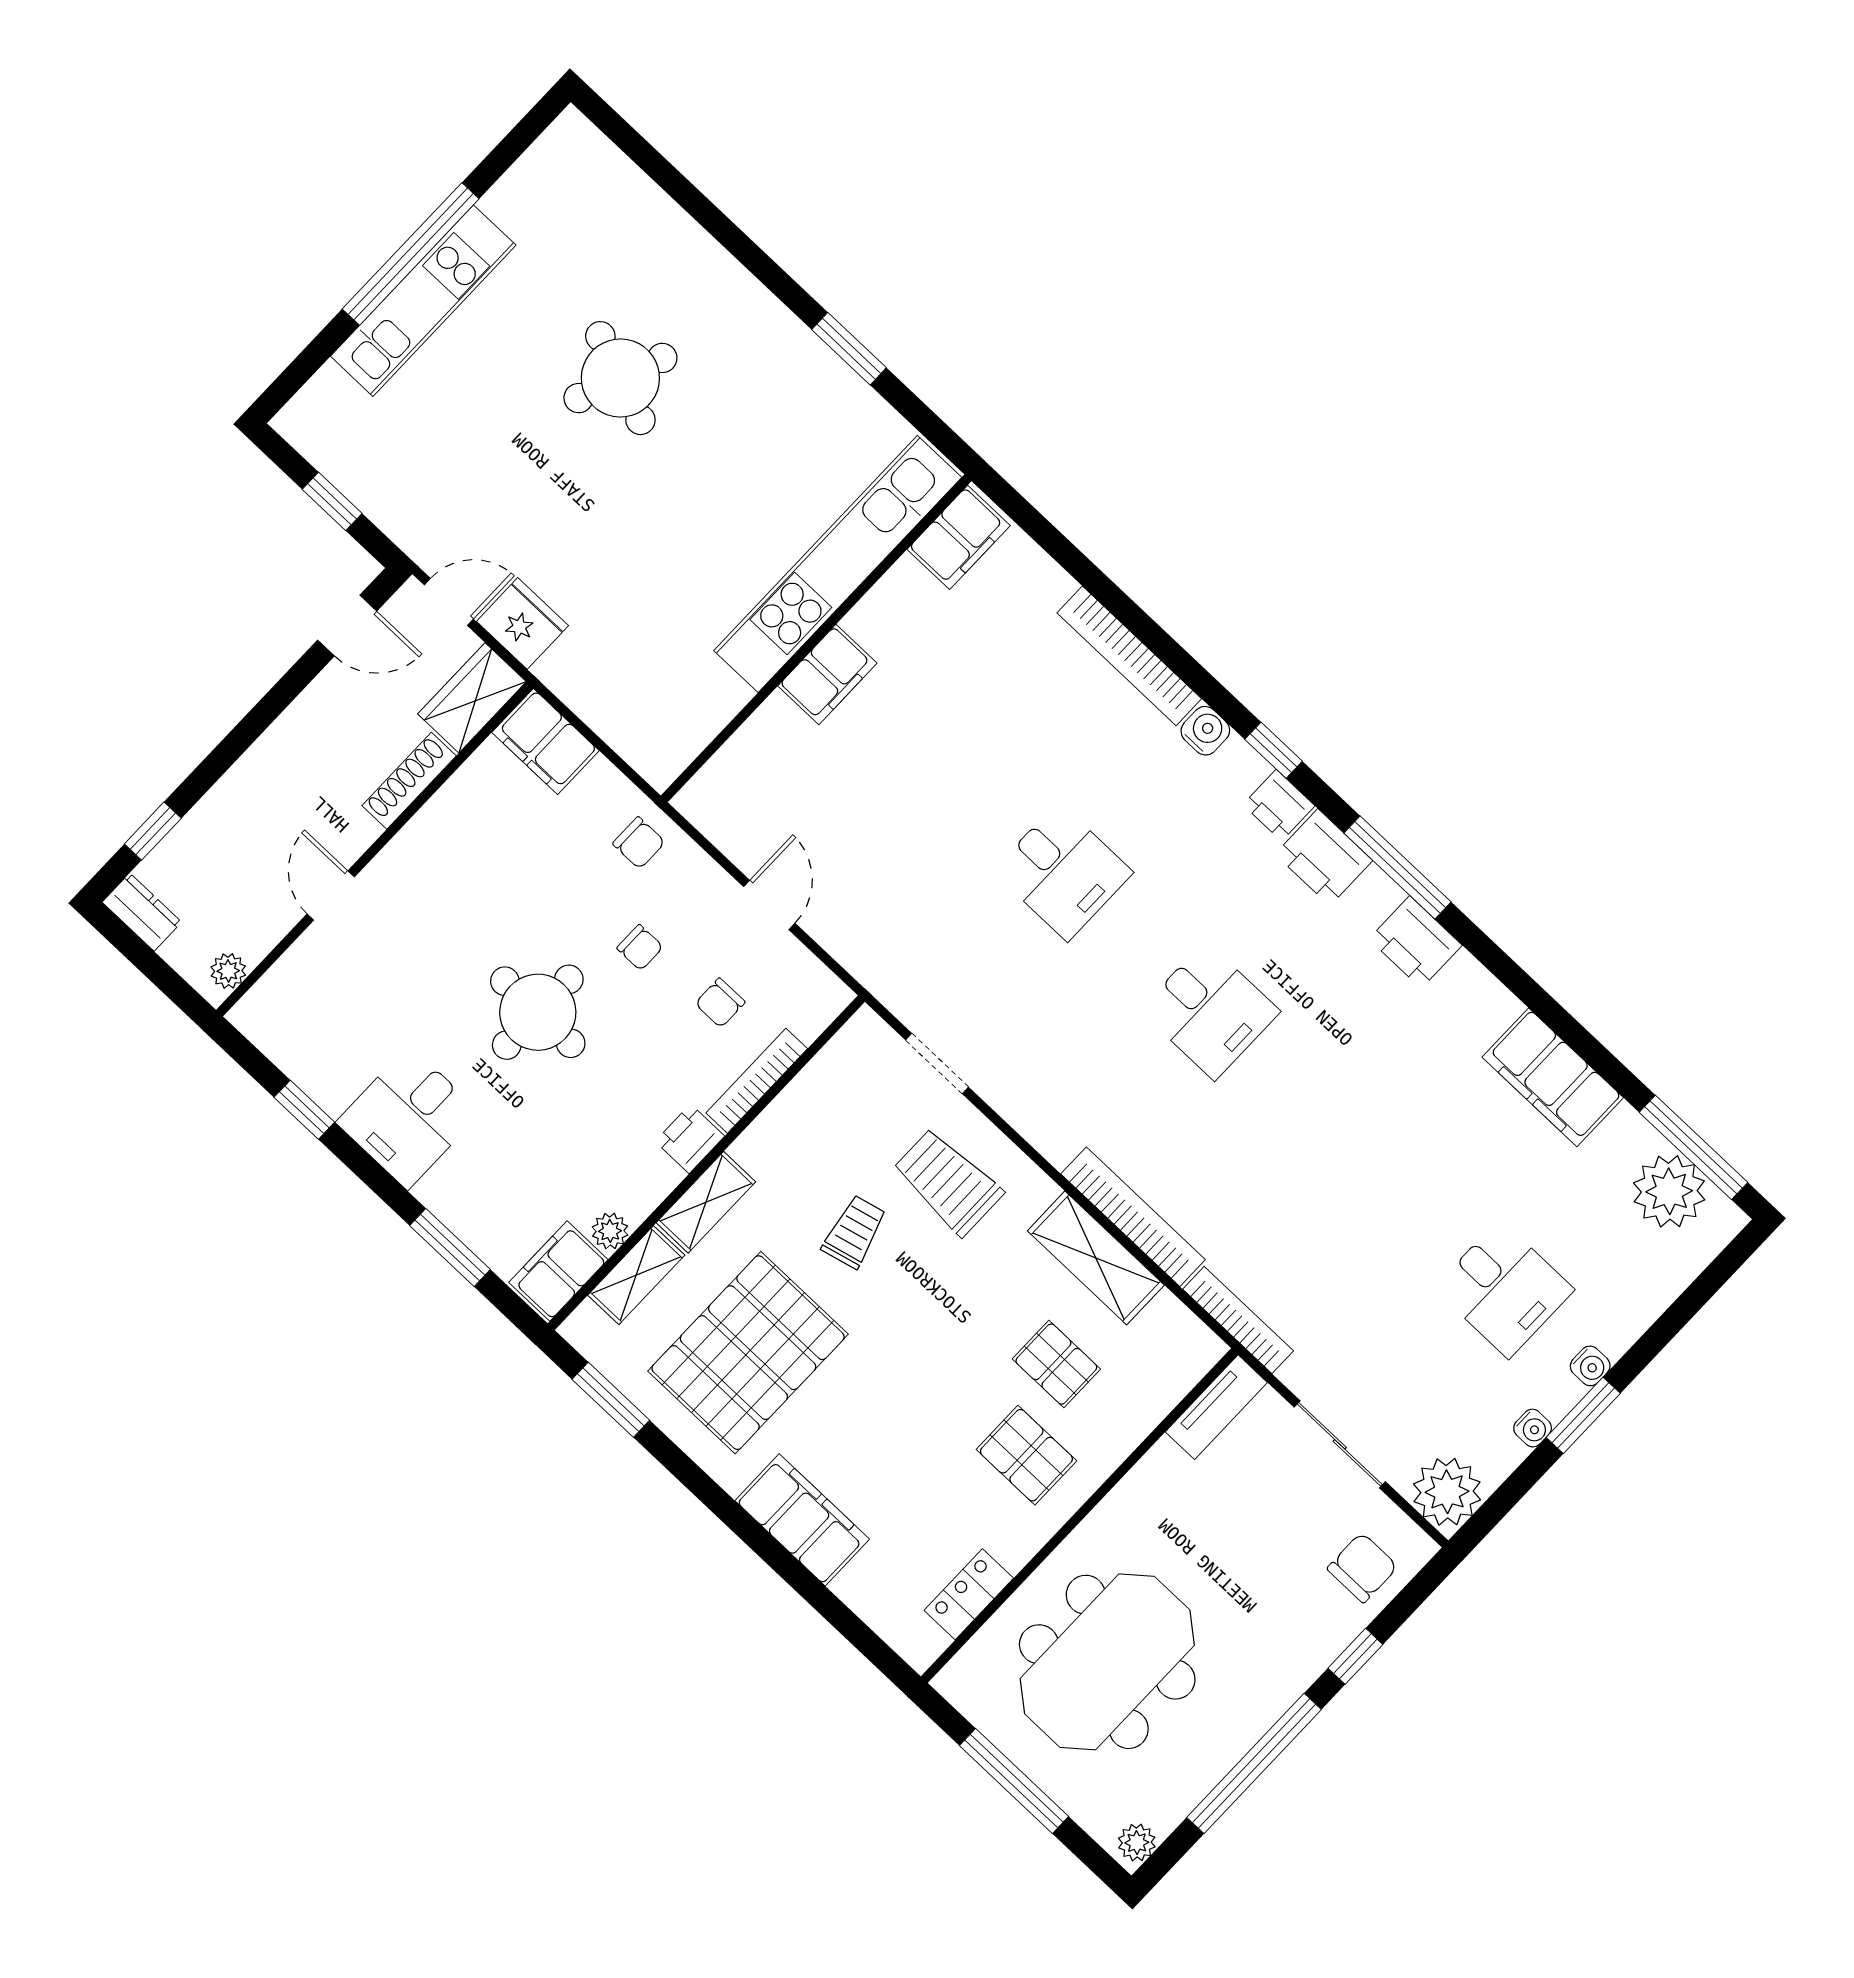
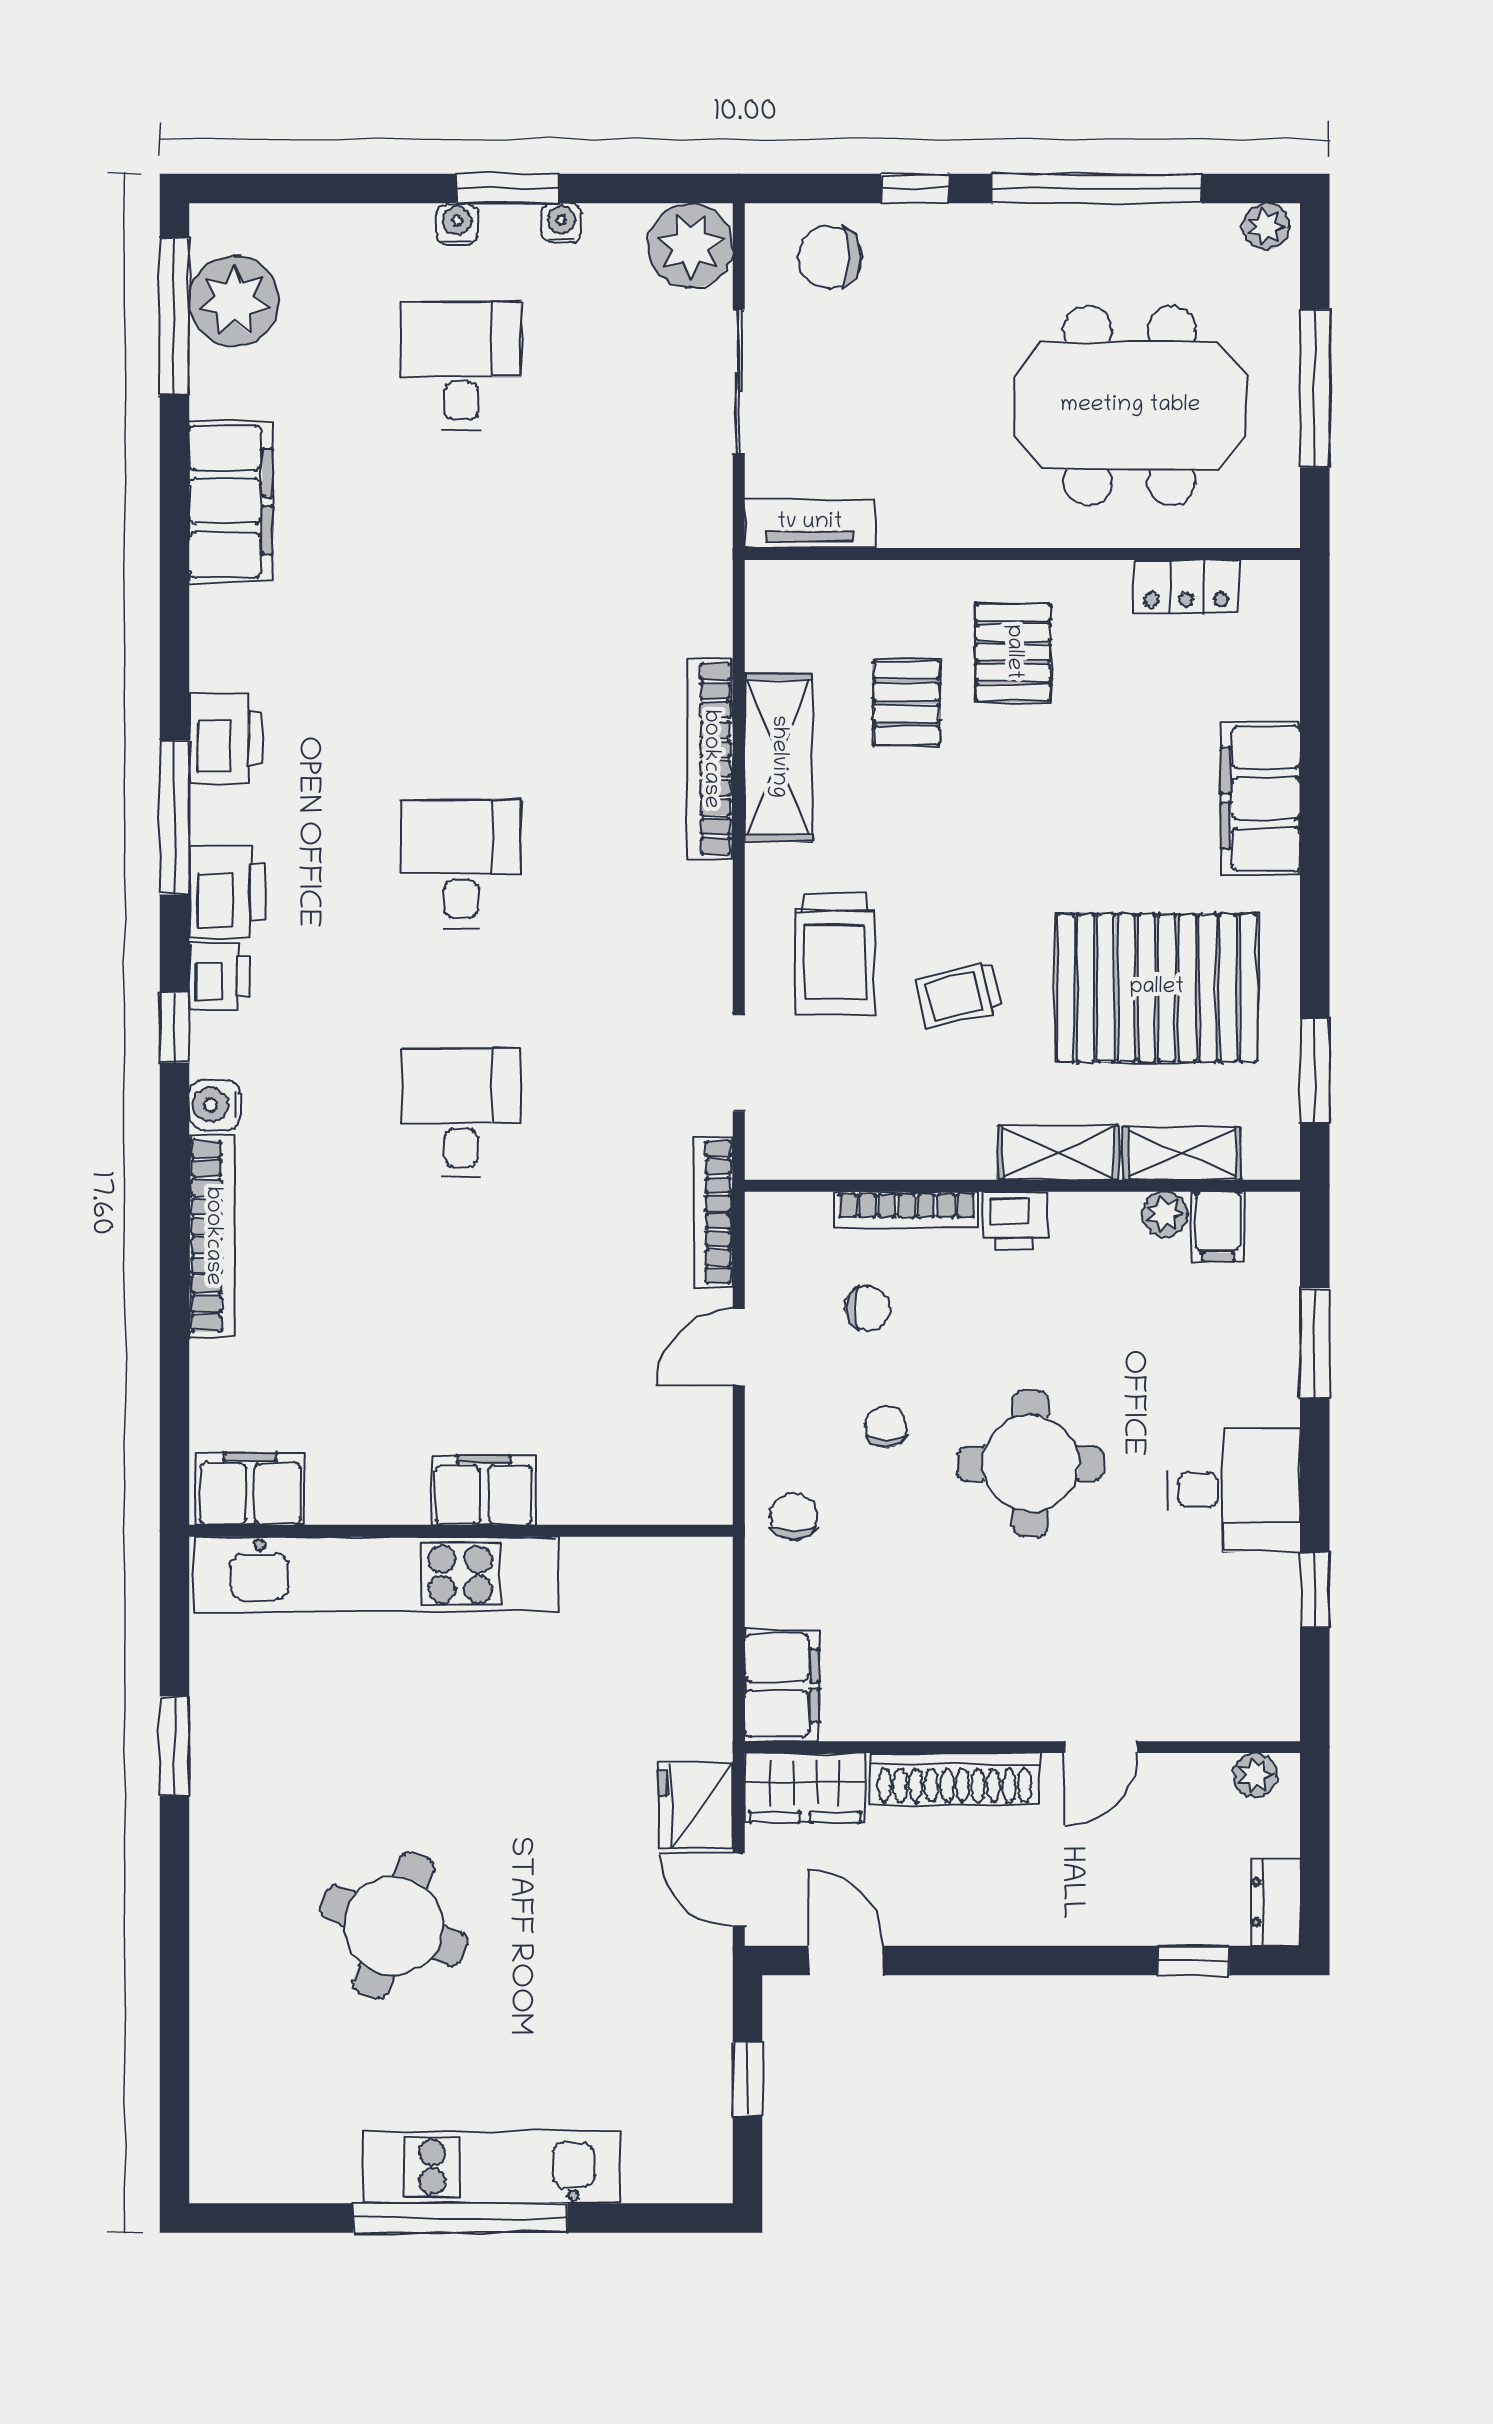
shoe rack: (409, 781) -> (955, 1779), width x1.36, depth x1.24
filing cabinet: (558, 1271) -> (1218, 1226), width x0.50
bookcase: (1238, 1320) -> (714, 1212), moved

